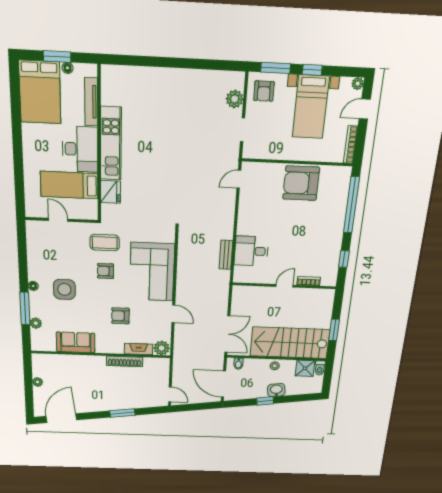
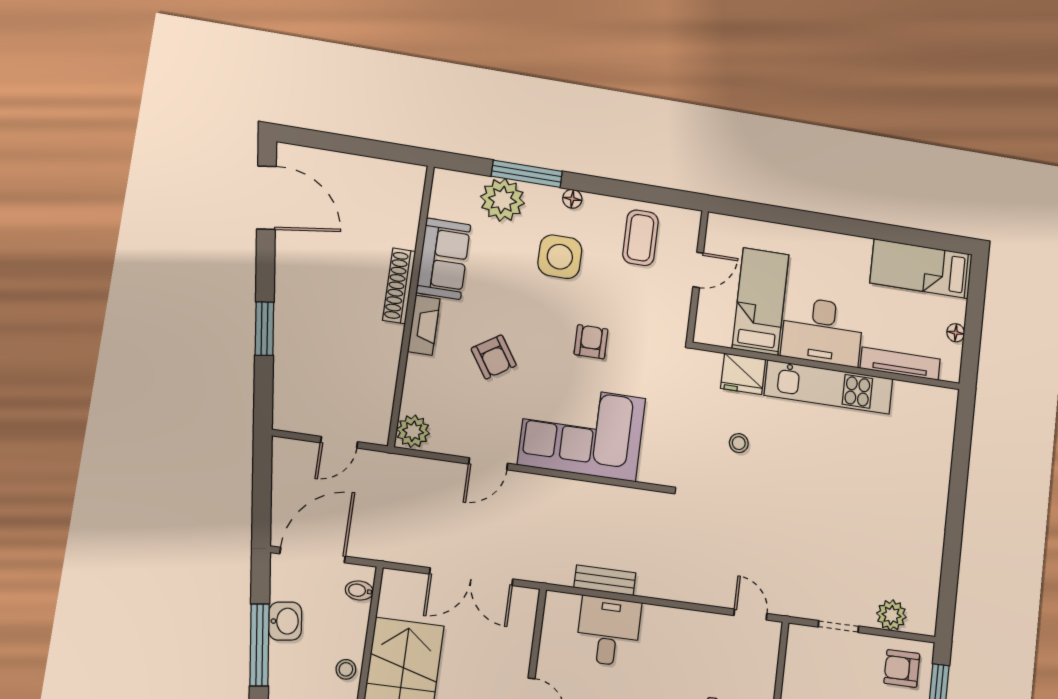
window: (57, 56) -> (974, 319), removed
bed: (40, 92) -> (921, 269), width x0.67
stool: (148, 192) -> (739, 443), added
coffee table: (105, 243) -> (640, 238), moved
armchair: (120, 316) -> (494, 357), turned 147
plant: (36, 323) -> (502, 200), width x1.88, depth x1.88
double door: (227, 334) -> (471, 577), moved
fireplace: (139, 349) -> (424, 325), moved
shoe rack: (125, 361) -> (399, 286), moved
plant: (38, 382) -> (360, 166), removed
washbasin: (276, 390) -> (285, 621), moved
door: (170, 394) -> (339, 442), moved
window: (265, 401) -> (260, 645), width x2.17

